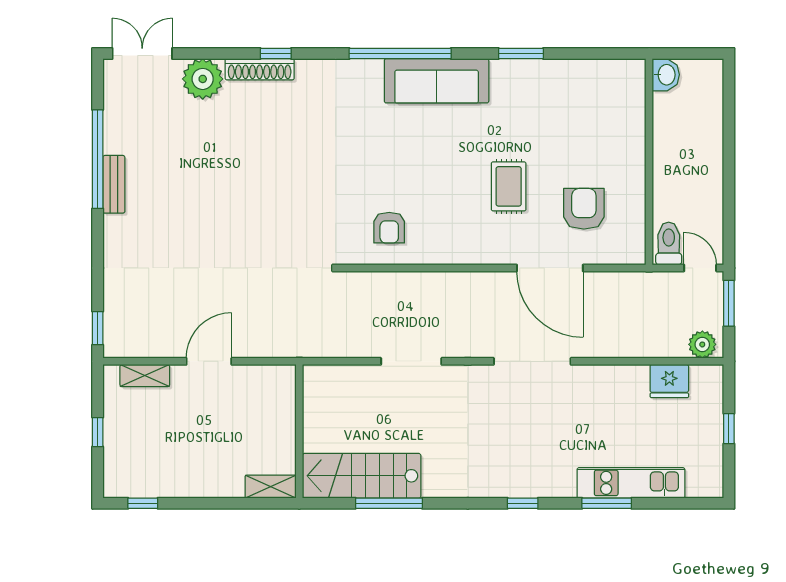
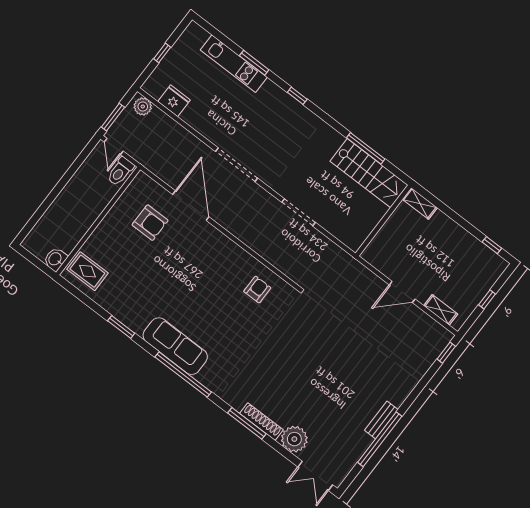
window: (276, 53) -> (247, 423), width x2.17
rug: (509, 186) -> (87, 271), moved, turned 90
armchair: (584, 209) -> (150, 223), turned -90

